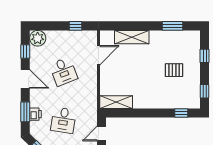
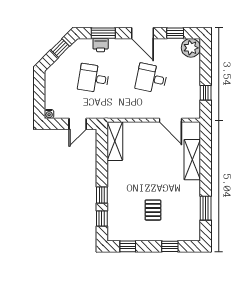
desk: (63, 71) -> (151, 78), turned 33
door: (25, 79) -> (143, 33), hinge flipped
window: (161, 113) -> (102, 195), added
door: (102, 133) -> (78, 124), swing flipped

